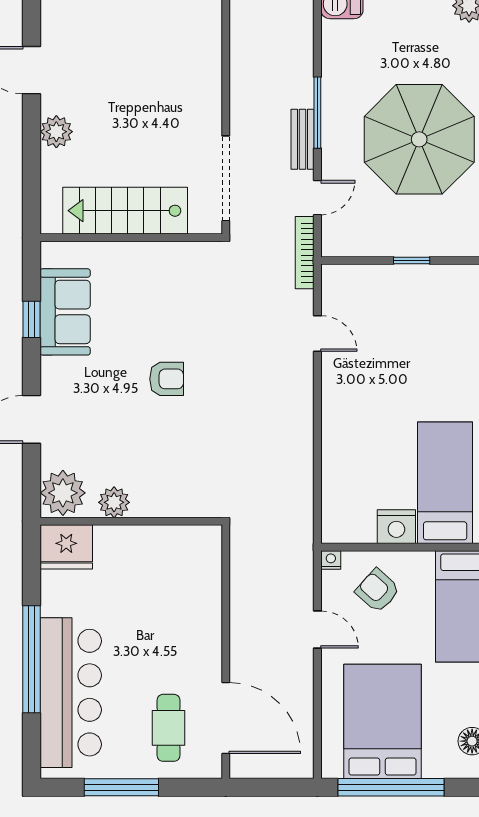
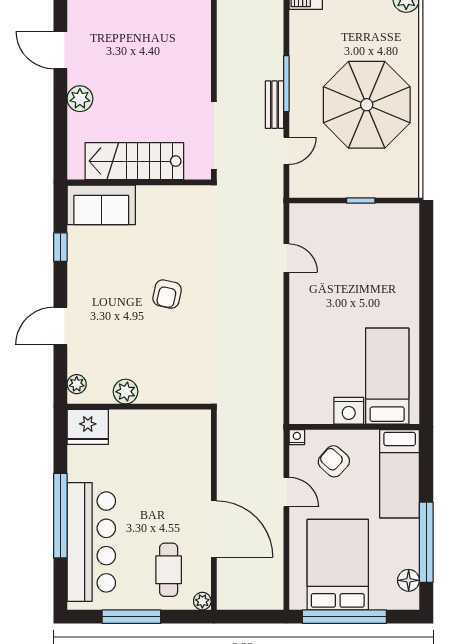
bookcase: (305, 253) -> (276, 194), removed
sofa: (65, 312) -> (101, 205), moved, turned 90
armchair: (167, 379) -> (167, 294), turned 102
plant: (63, 493) -> (77, 384), width x0.53, depth x0.53
door: (226, 718) -> (214, 529), moved
plant: (211, 767) -> (202, 601), added

